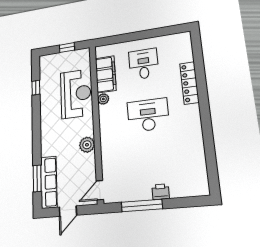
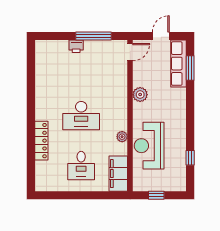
filing cabinet: (106, 74) -> (118, 174), moved

